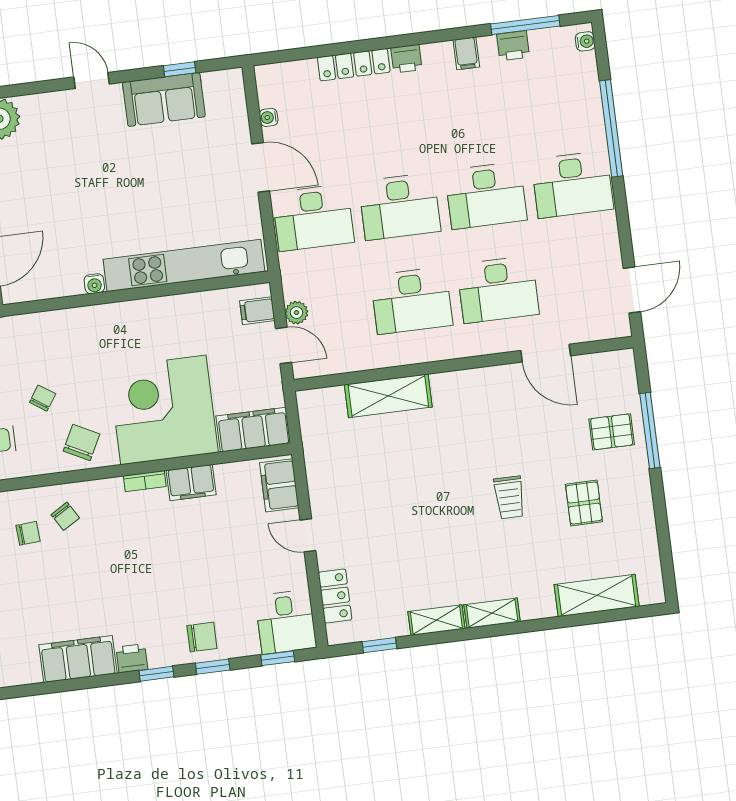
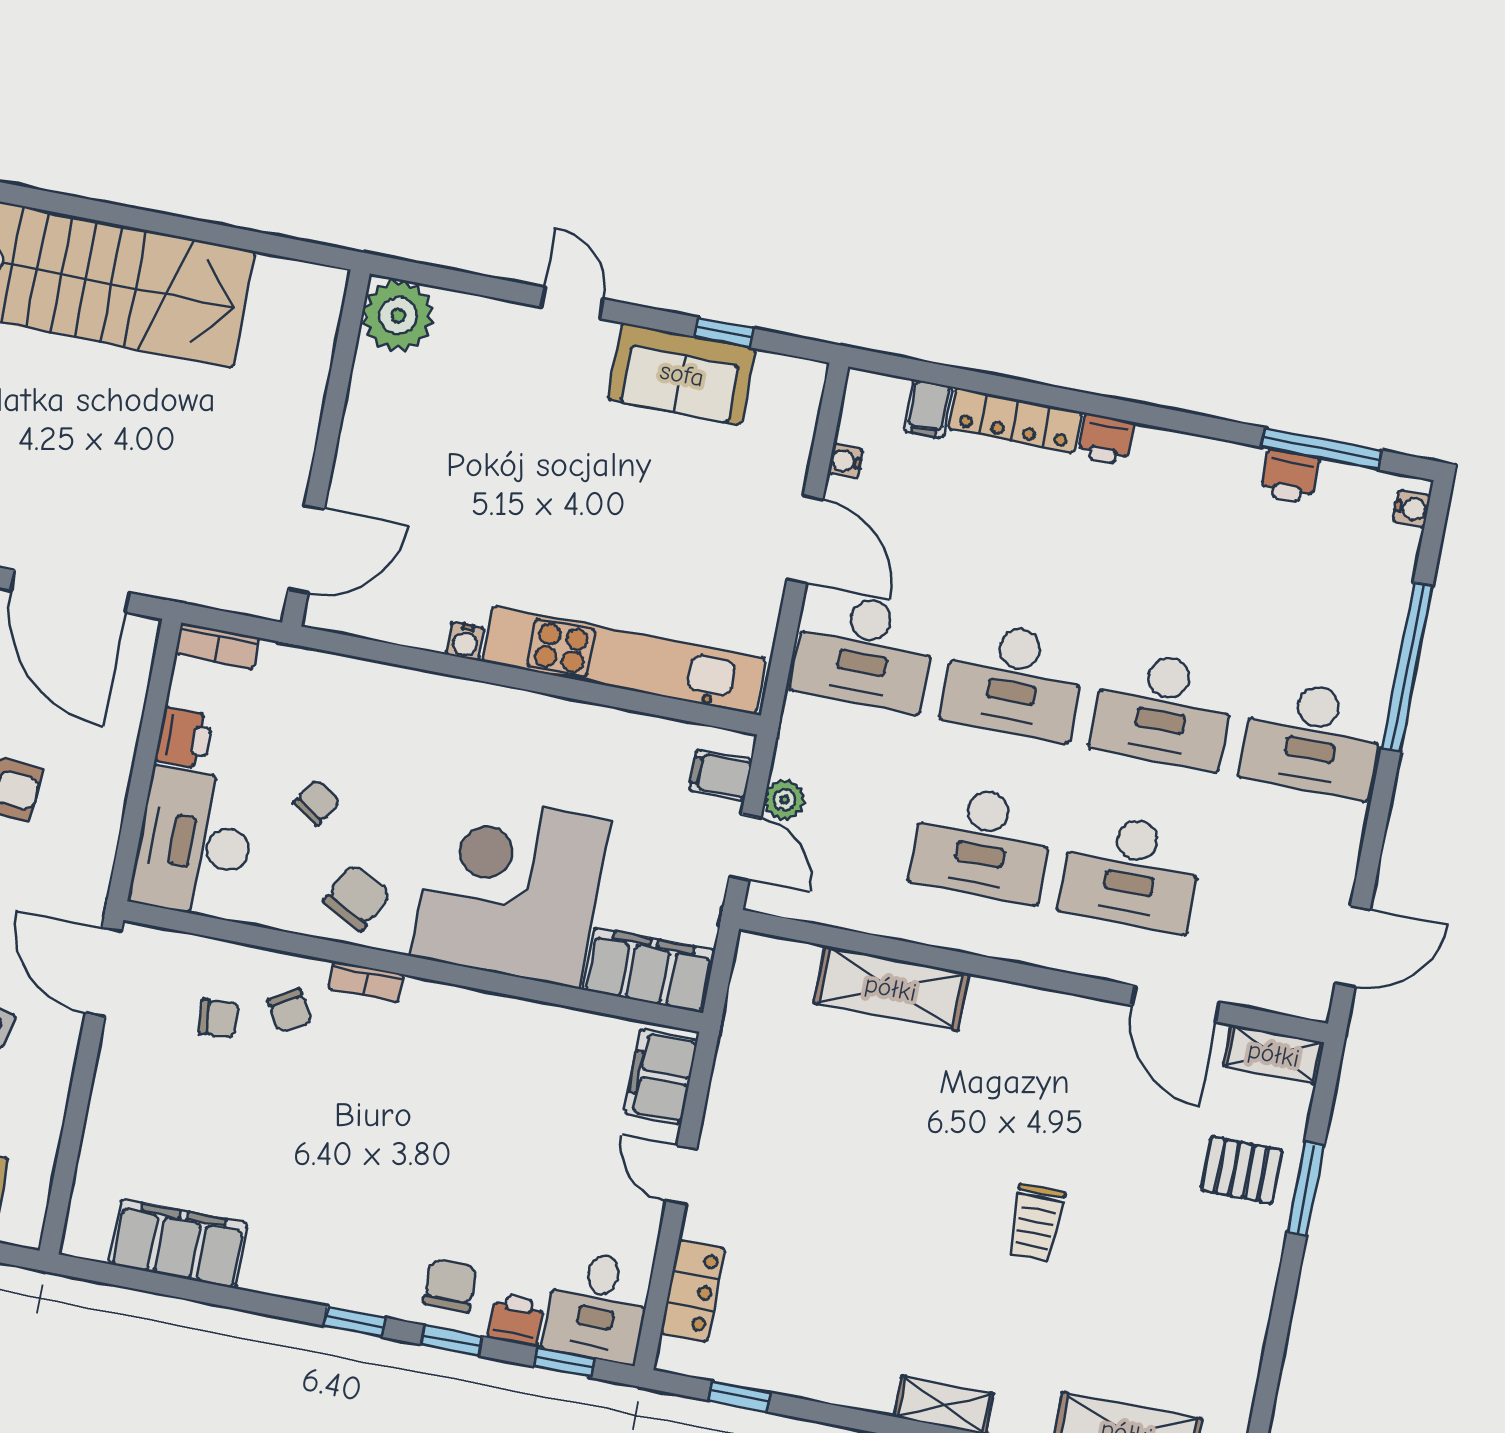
filing cabinet: (466, 53) -> (928, 409), moved
window: (650, 431) -> (1306, 1189), width x0.69
bookcase: (145, 481) -> (366, 982), moved
filing cabinet: (191, 483) -> (517, 1024), removed
pallet: (584, 503) -> (1157, 1273), removed
shelving: (436, 620) -> (1274, 1054), moved
chair: (202, 637) -> (450, 1286), turned -90
printer: (132, 658) -> (516, 1320), moved
filing cabinet: (78, 659) -> (178, 1244), moved

